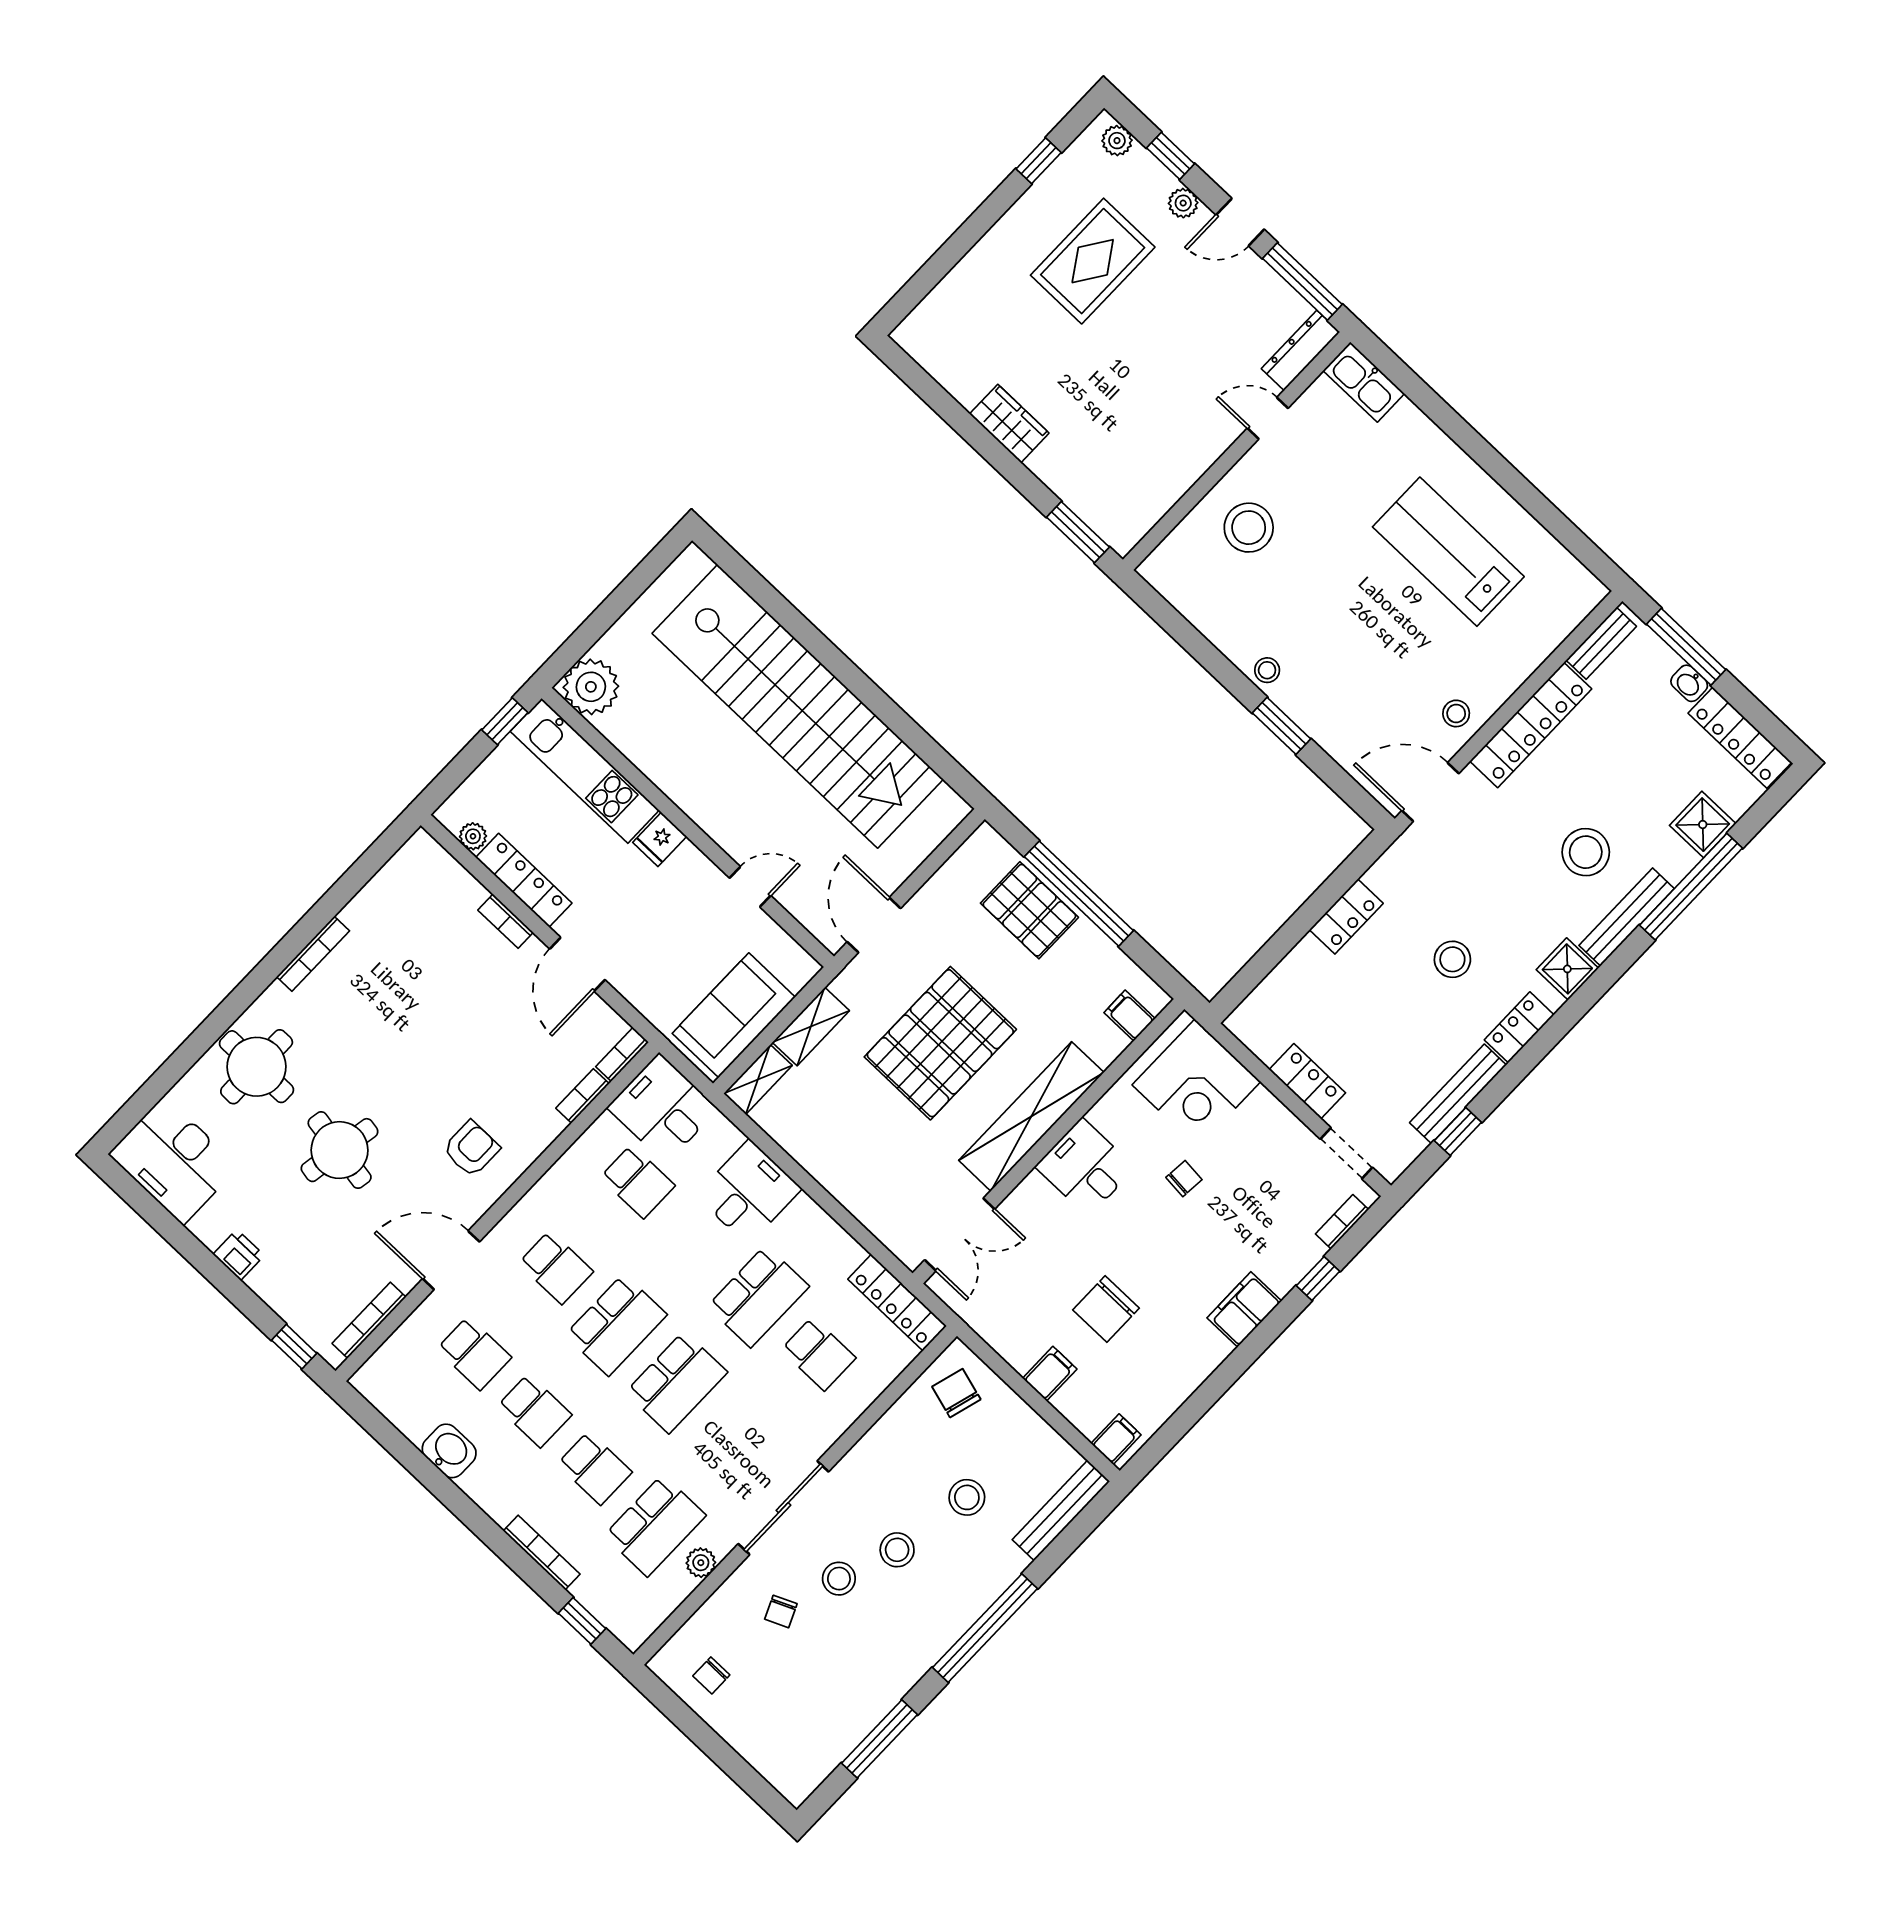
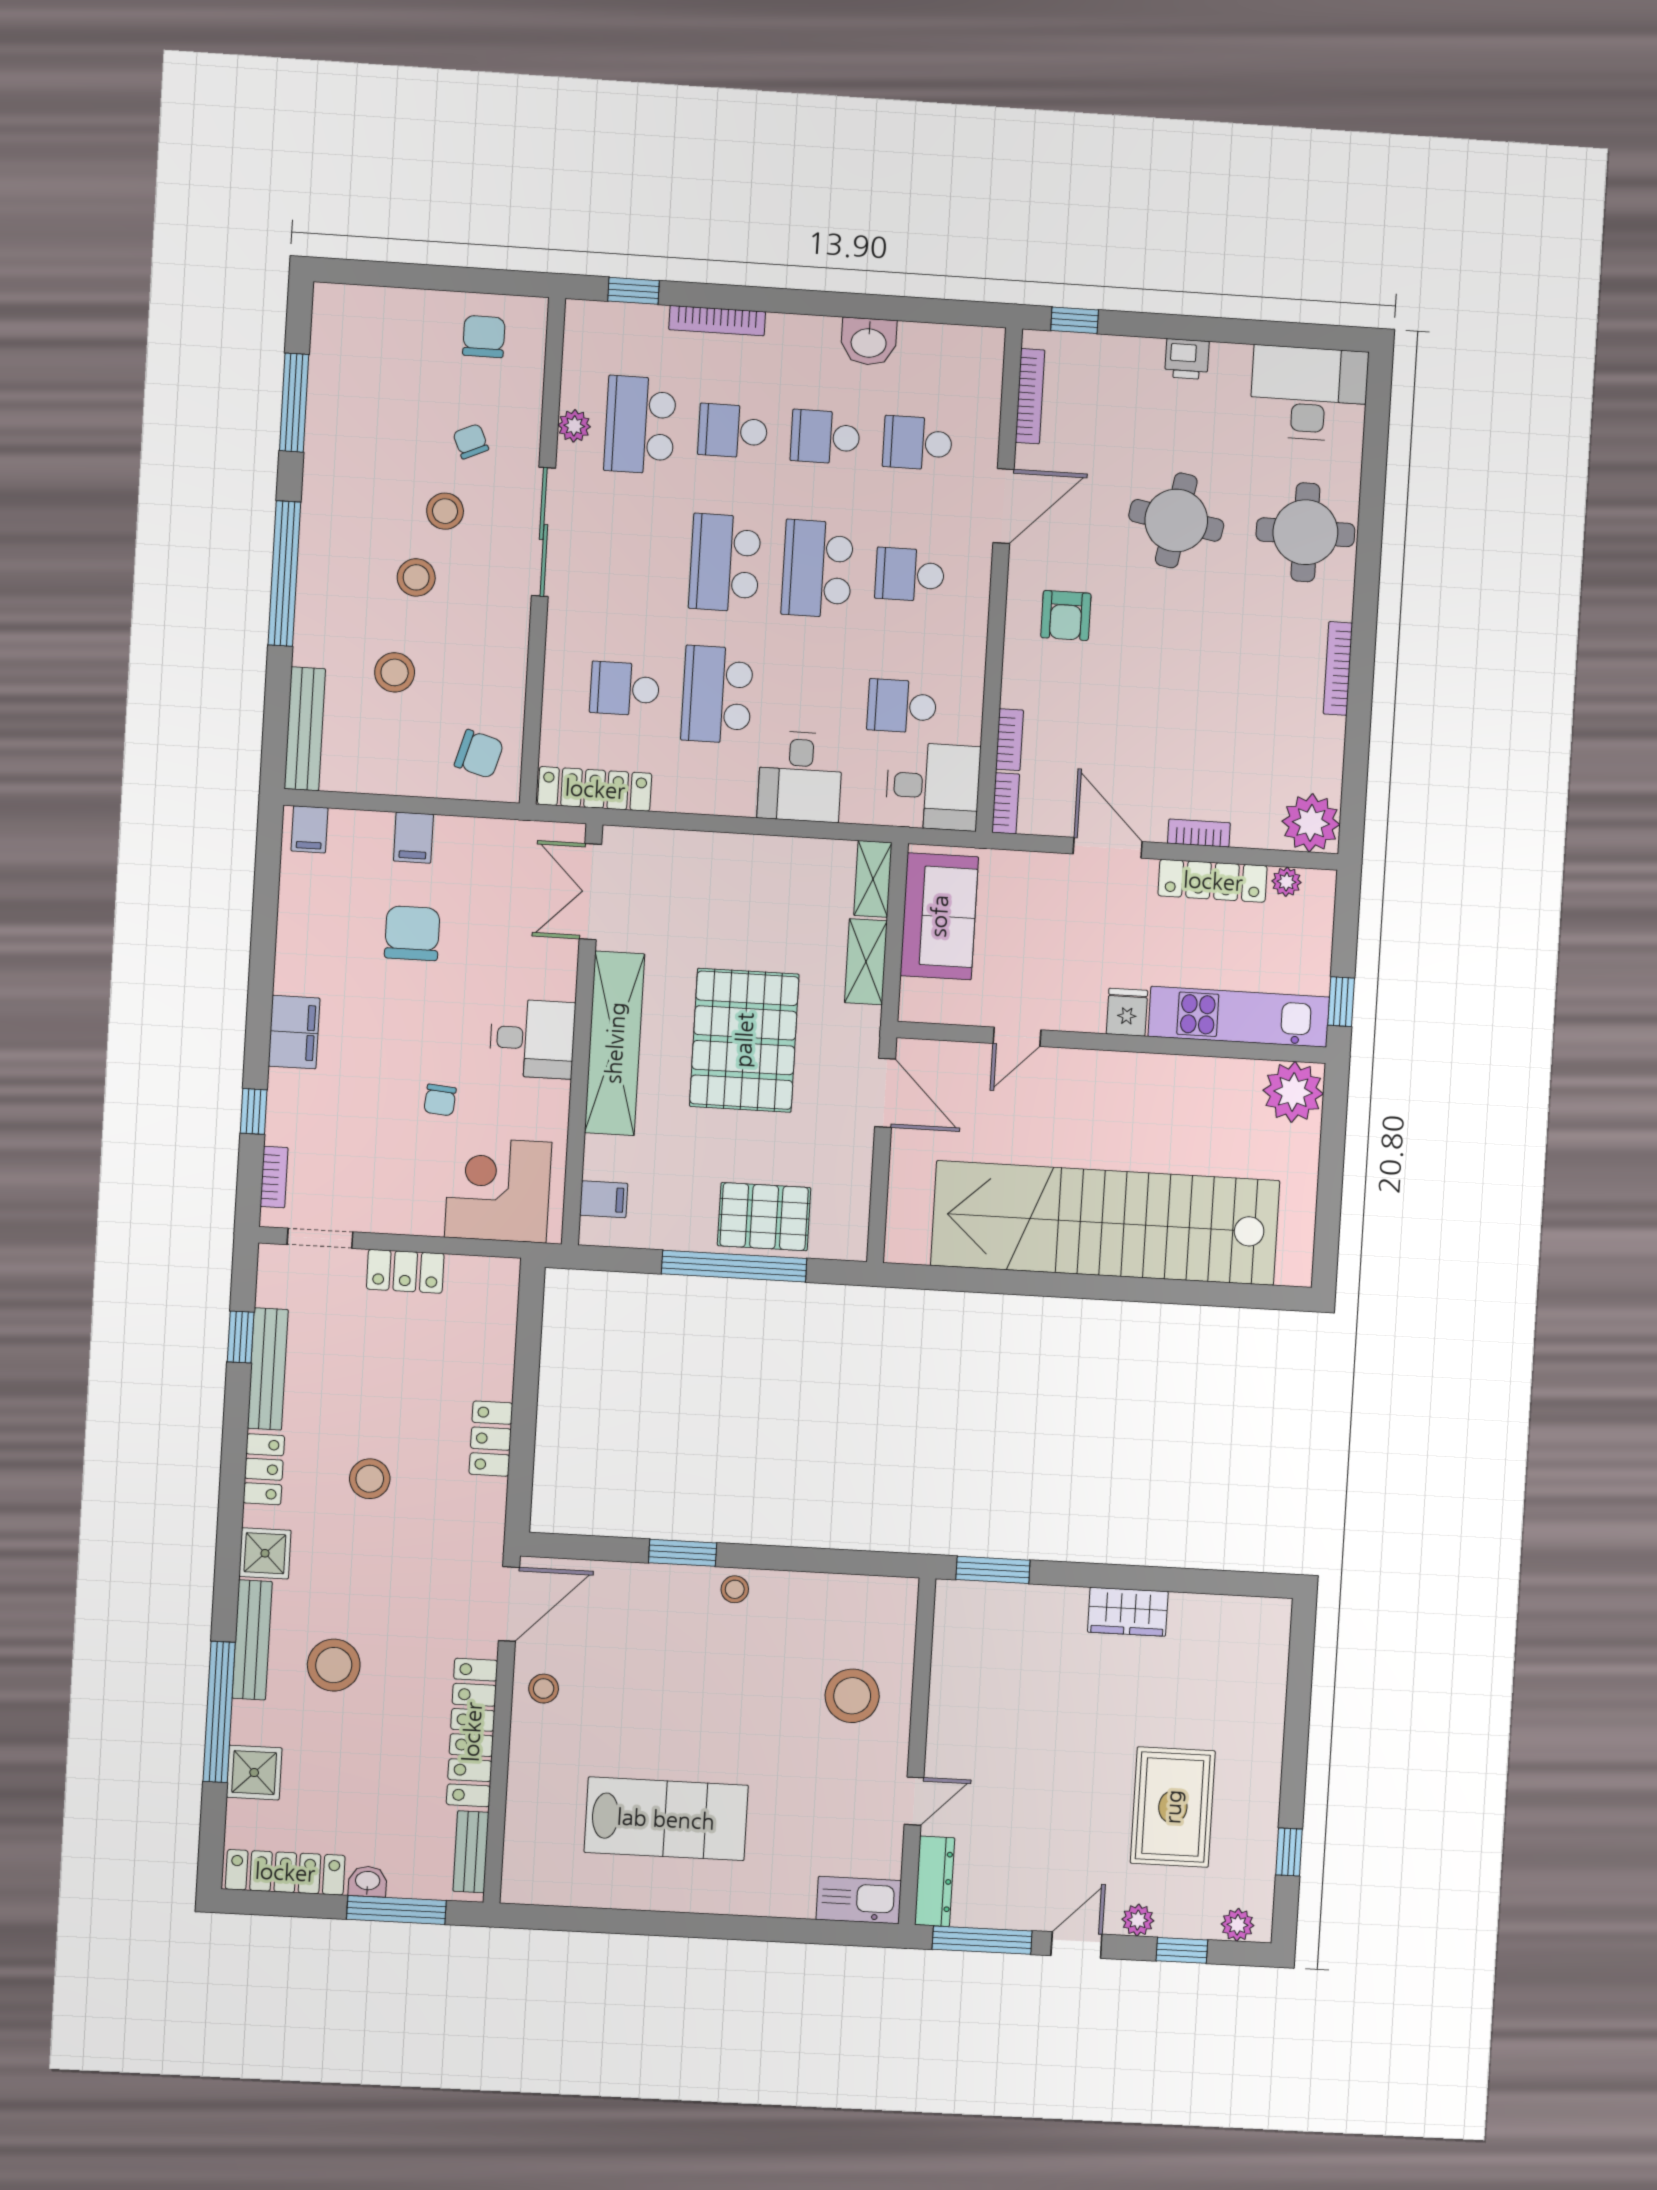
plant: (422, 863) -> (1311, 823), added
chair: (711, 1675) -> (484, 337), width x1.37, depth x1.37

